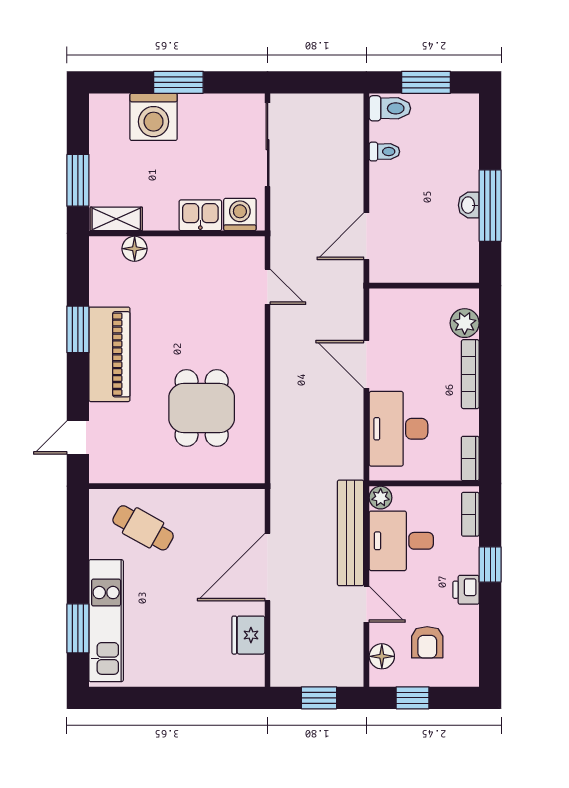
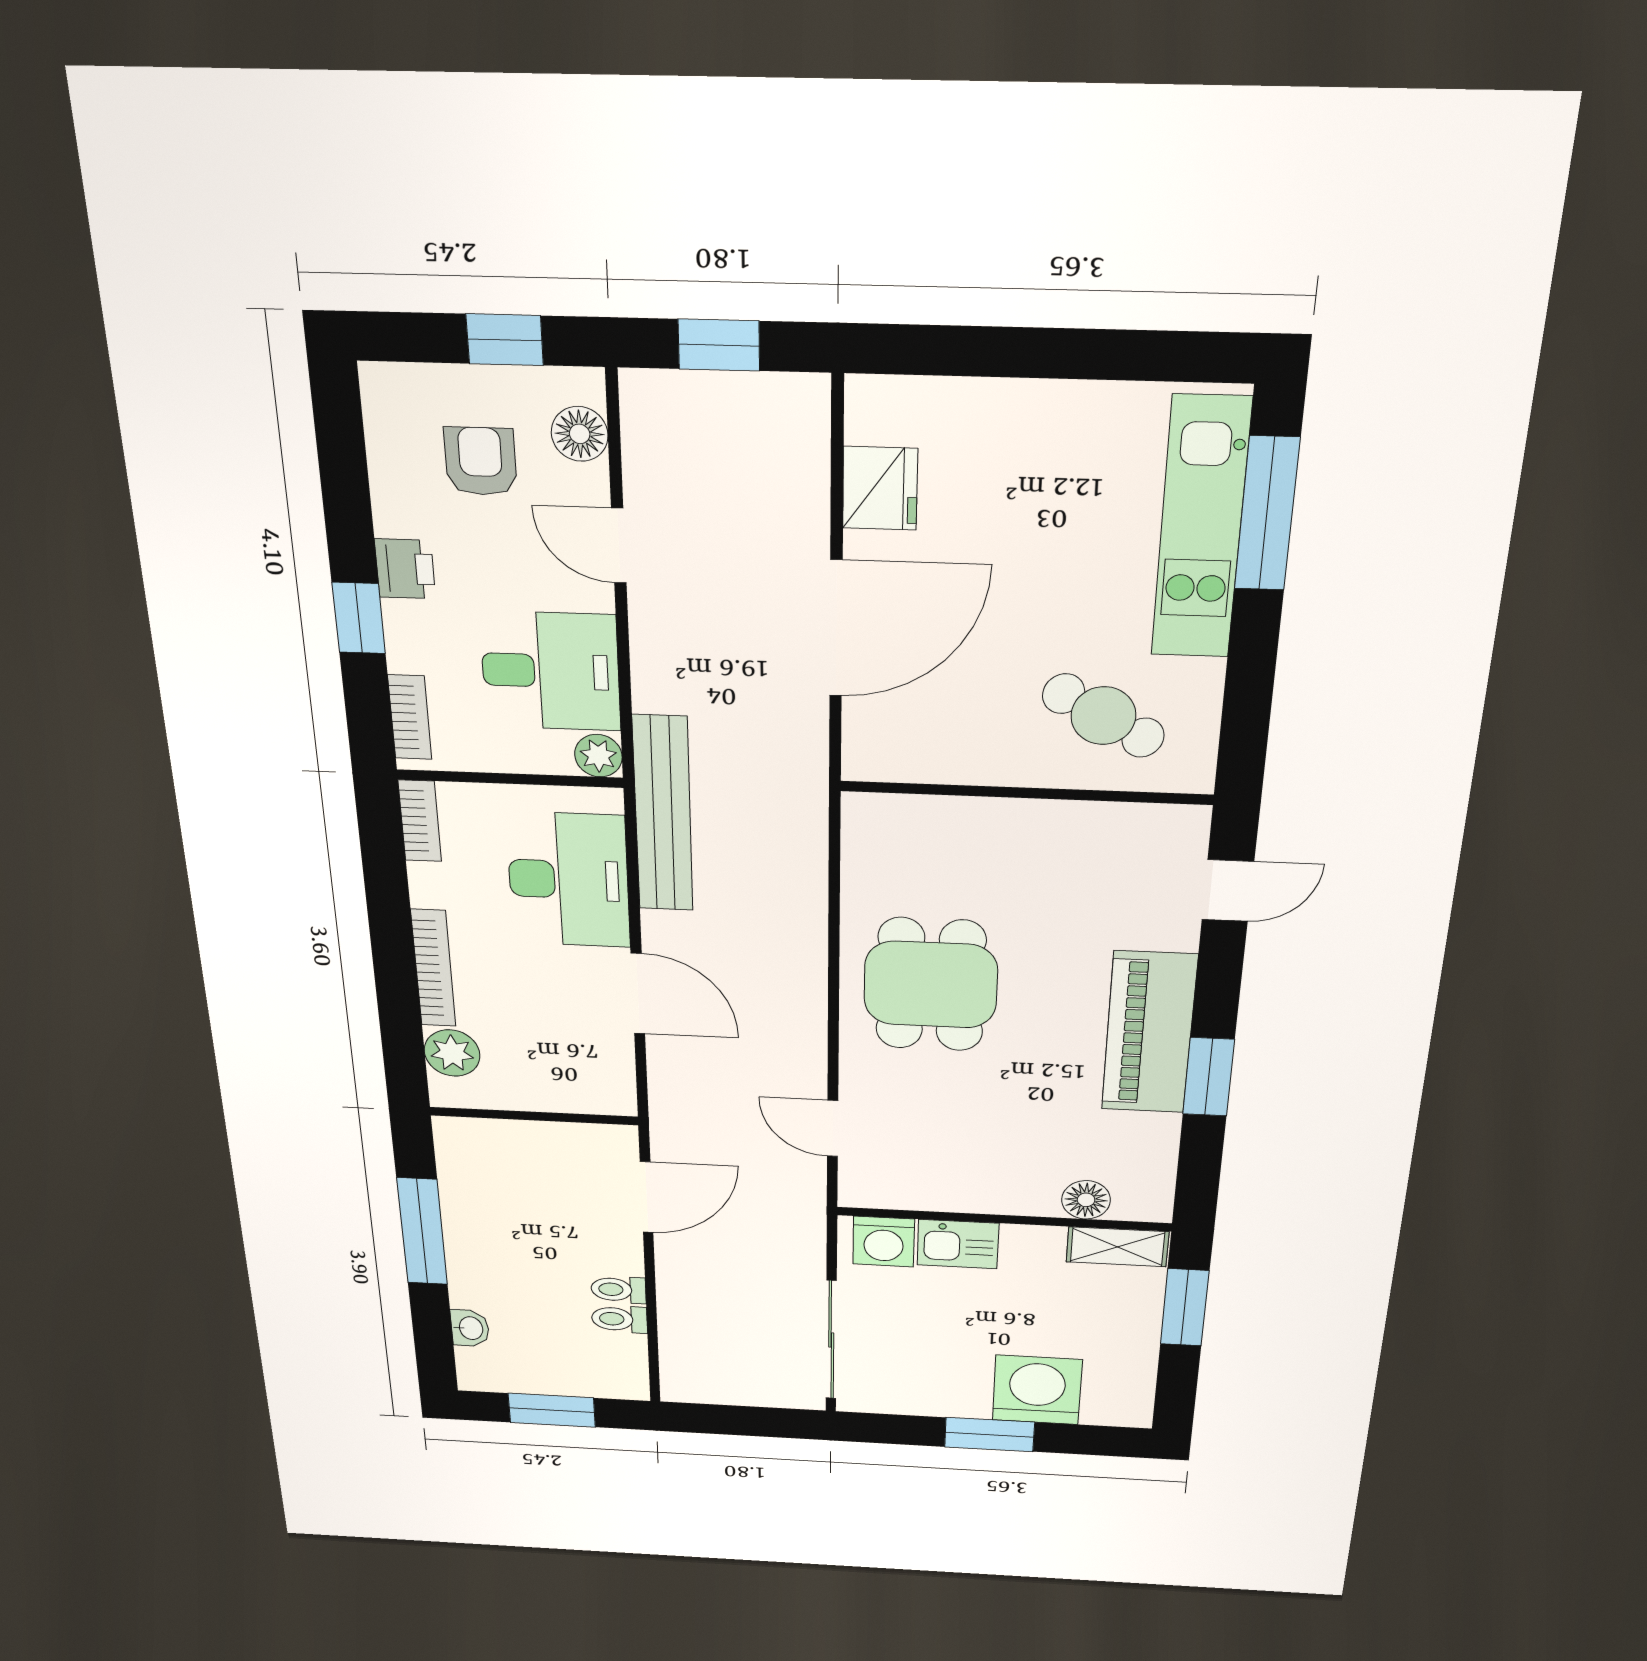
toilet: (390, 108) -> (618, 1290), moved, width x0.73, depth x0.72
washbasin: (469, 205) -> (470, 1328), moved
dining table: (202, 408) -> (931, 985), moved
bench: (351, 533) -> (663, 814), moved
window: (78, 628) -> (1267, 514), width x1.44

